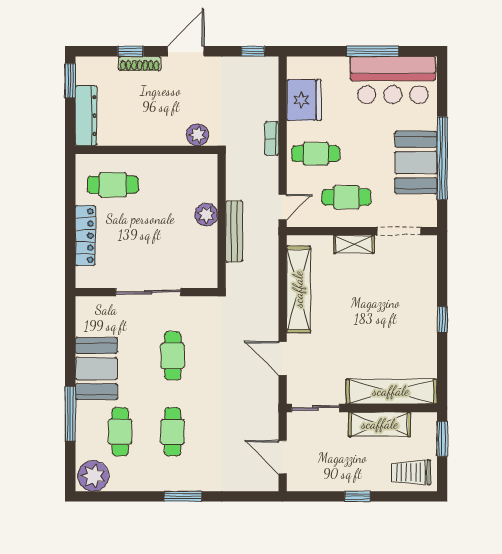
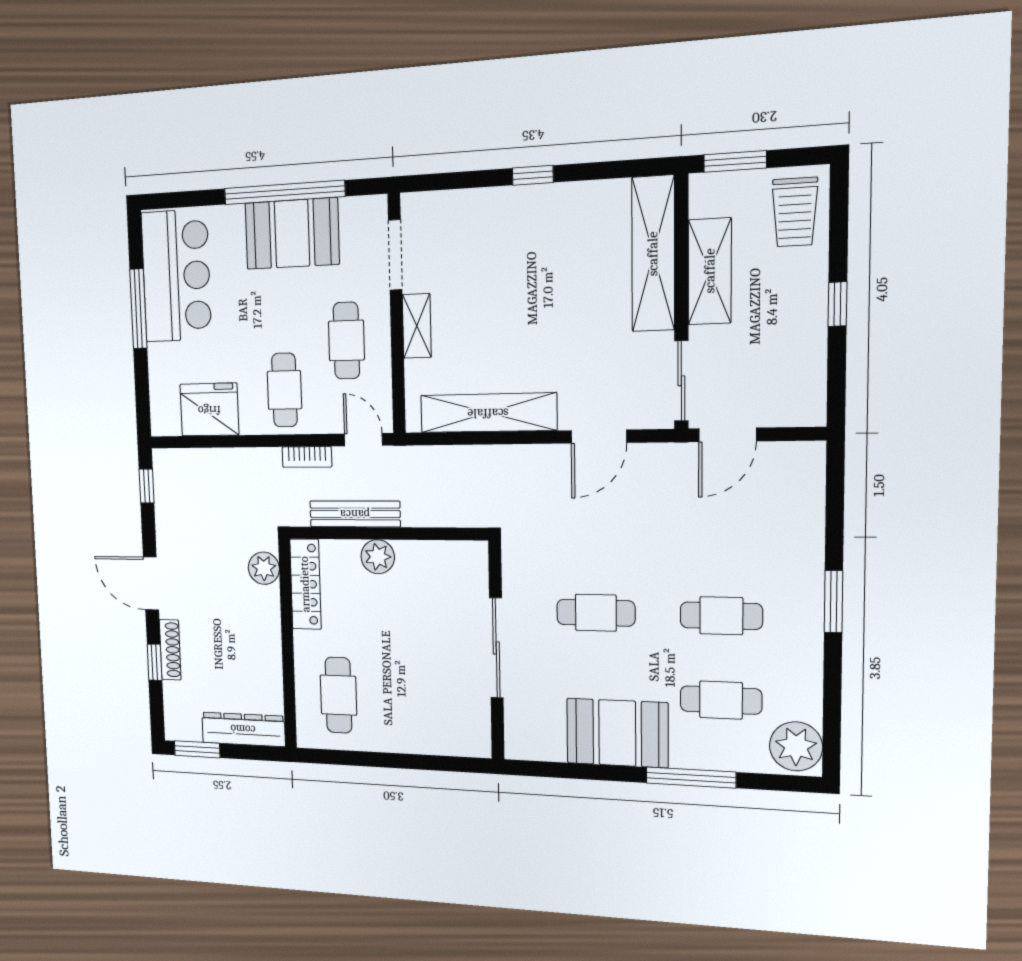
bookcase: (272, 138) -> (307, 457), moved
bench: (234, 231) -> (355, 514), moved
locker: (85, 236) -> (305, 584), moved, turned 90
door: (283, 457) -> (727, 435), moved

